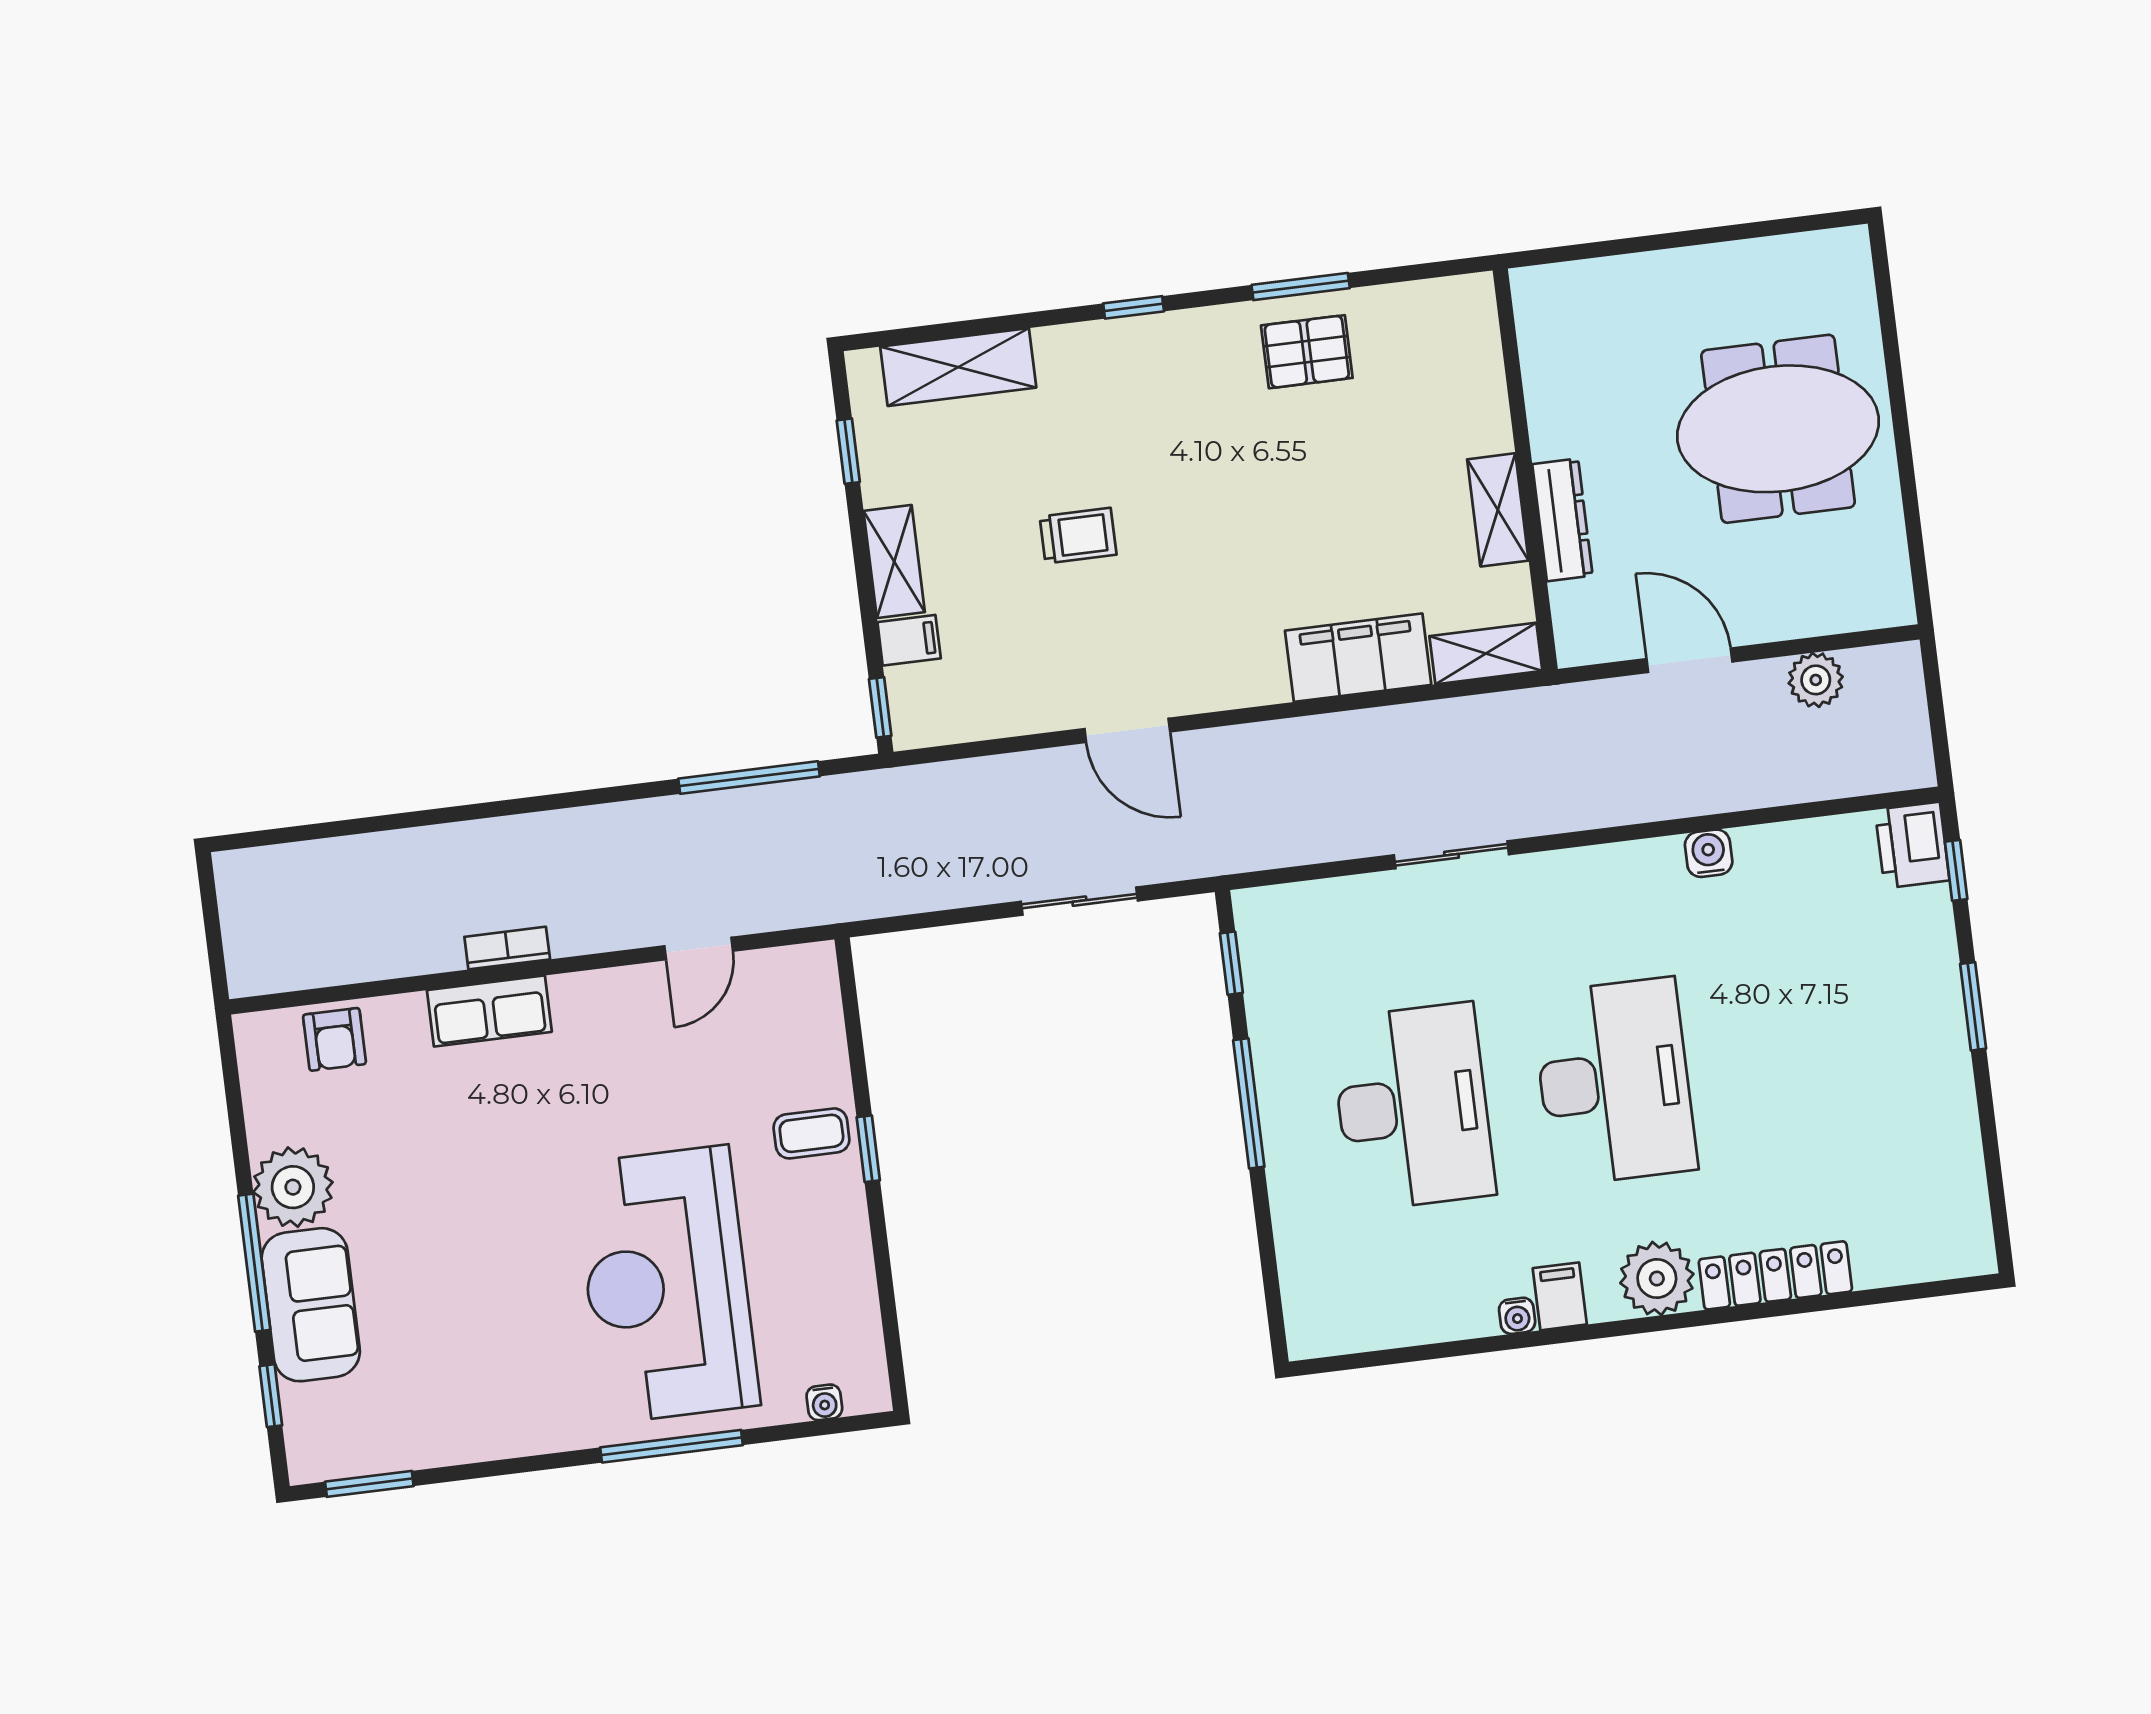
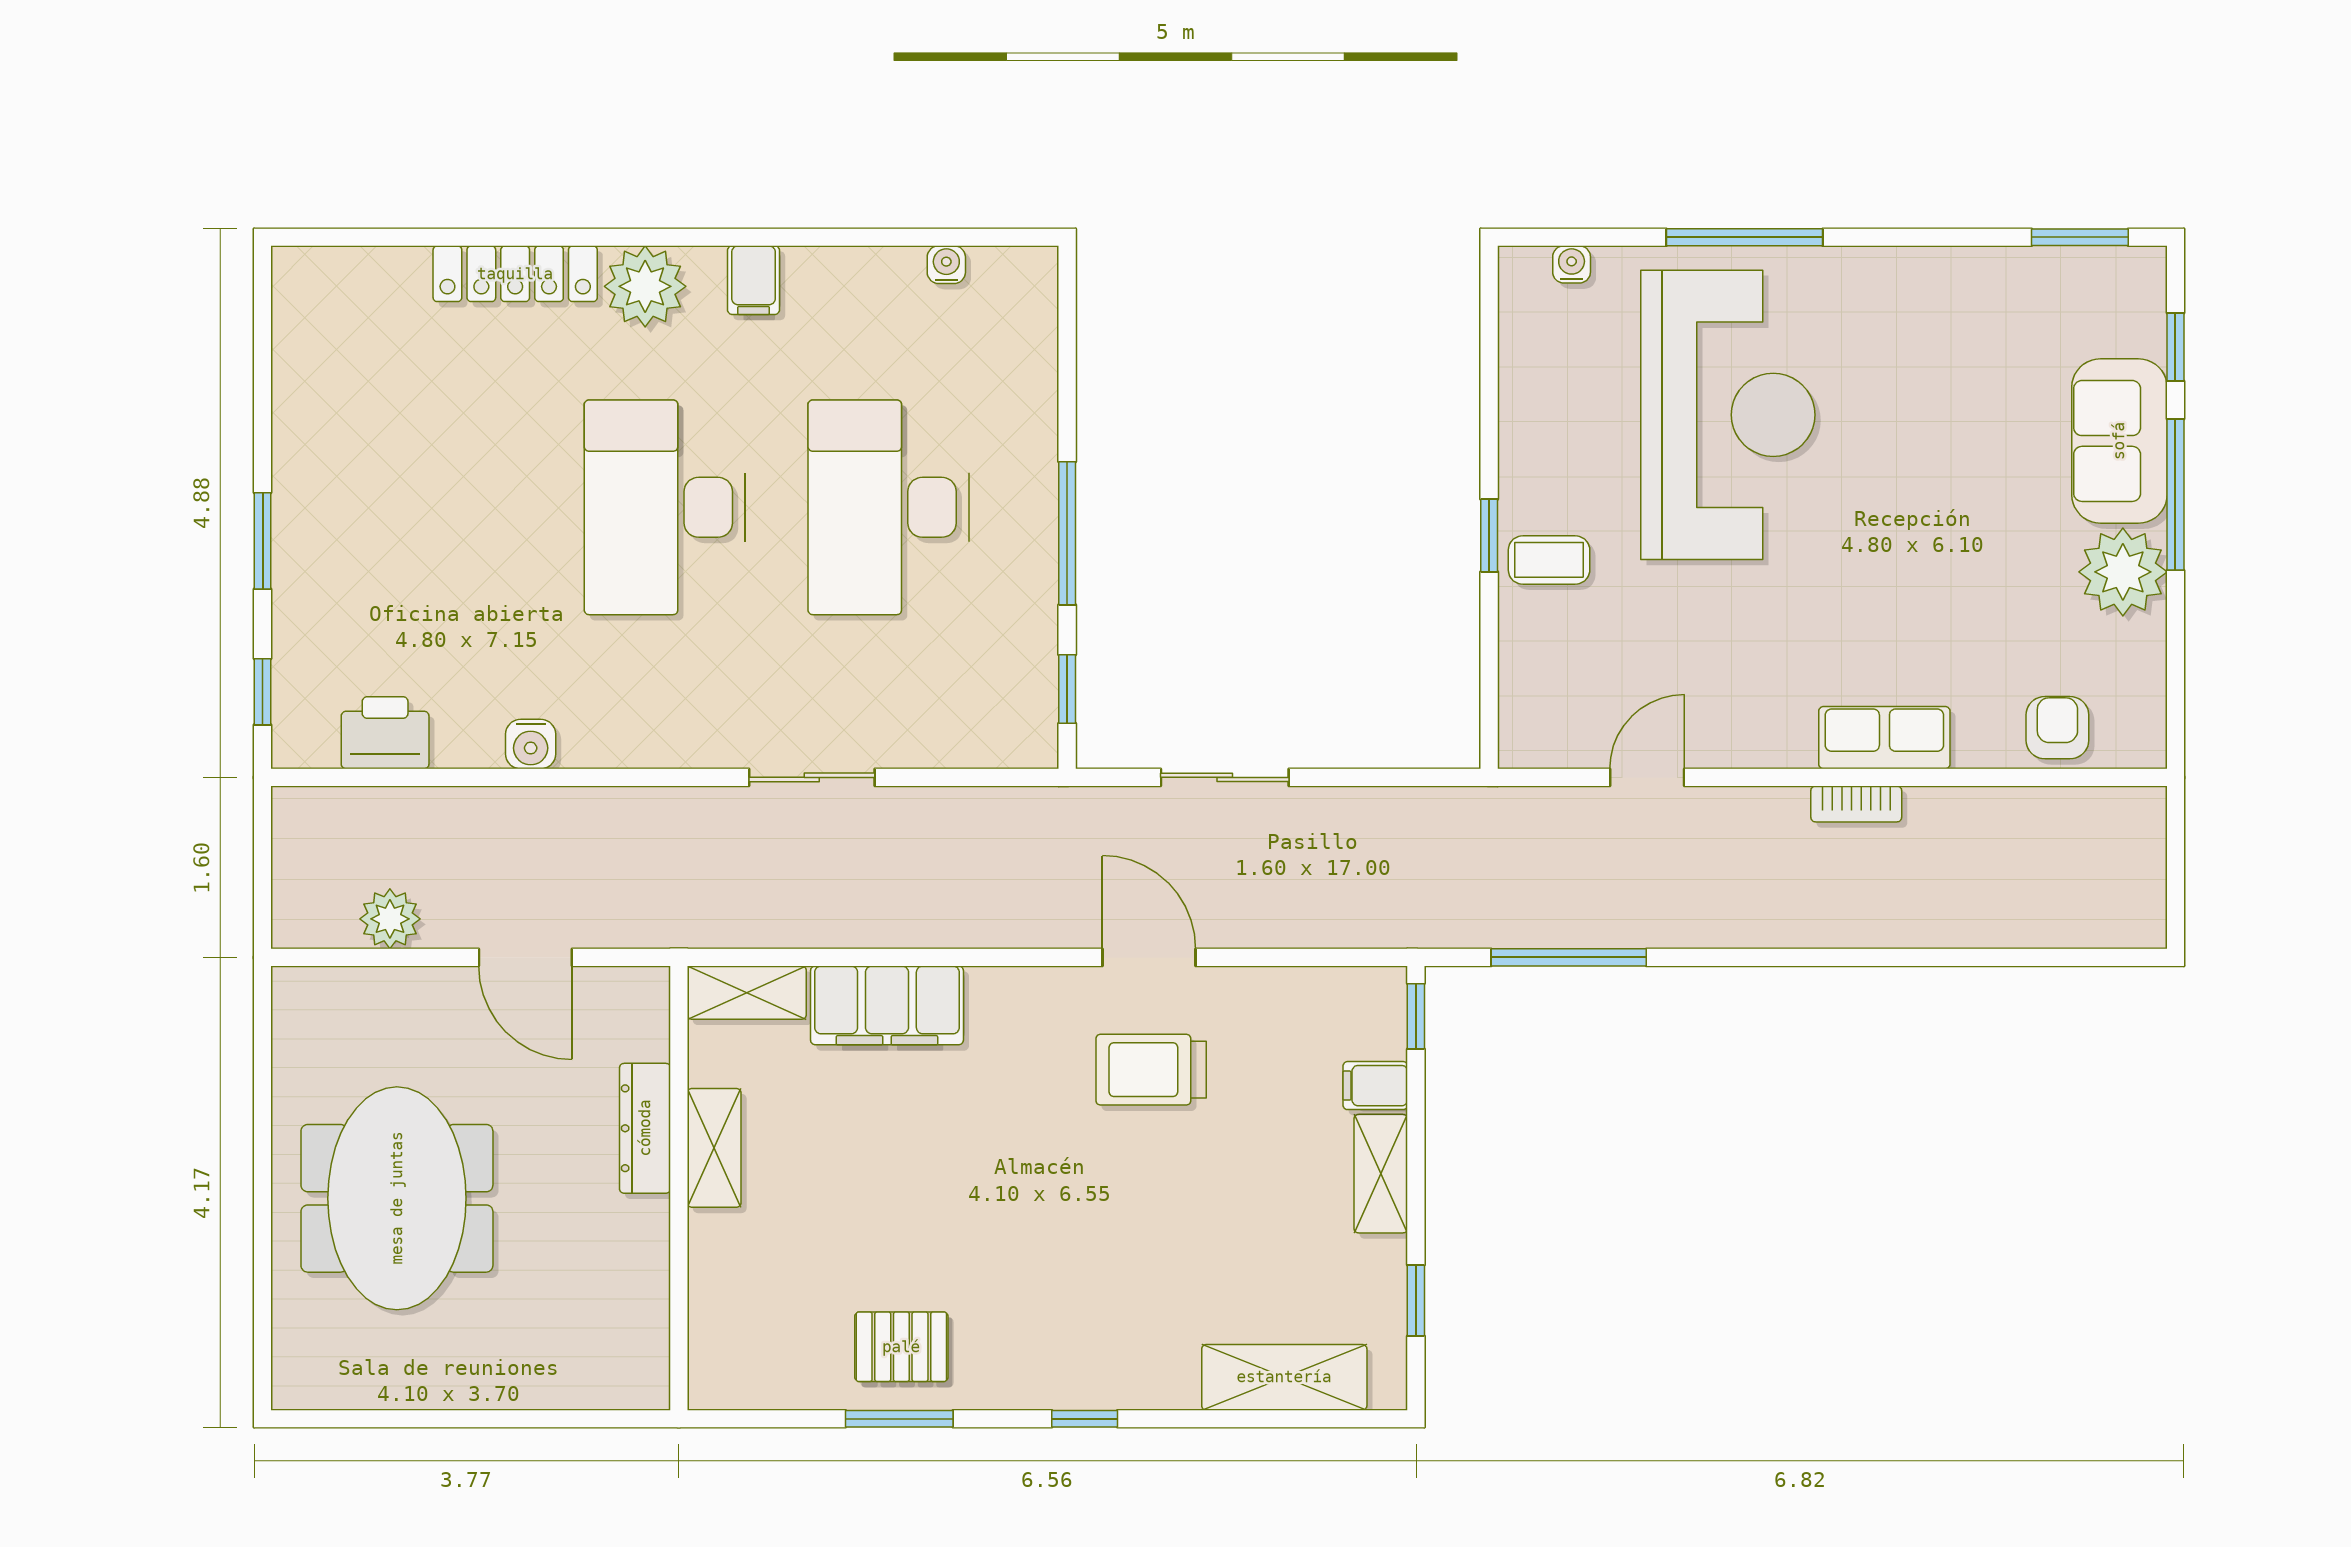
meeting table: (1778, 429) -> (397, 1198), turned 90
trolley: (1078, 536) -> (1151, 1070), moved, width x1.36, depth x1.39
printer: (1912, 845) -> (385, 733), moved, turned -90
water cooler: (1517, 1316) -> (946, 265), moved

